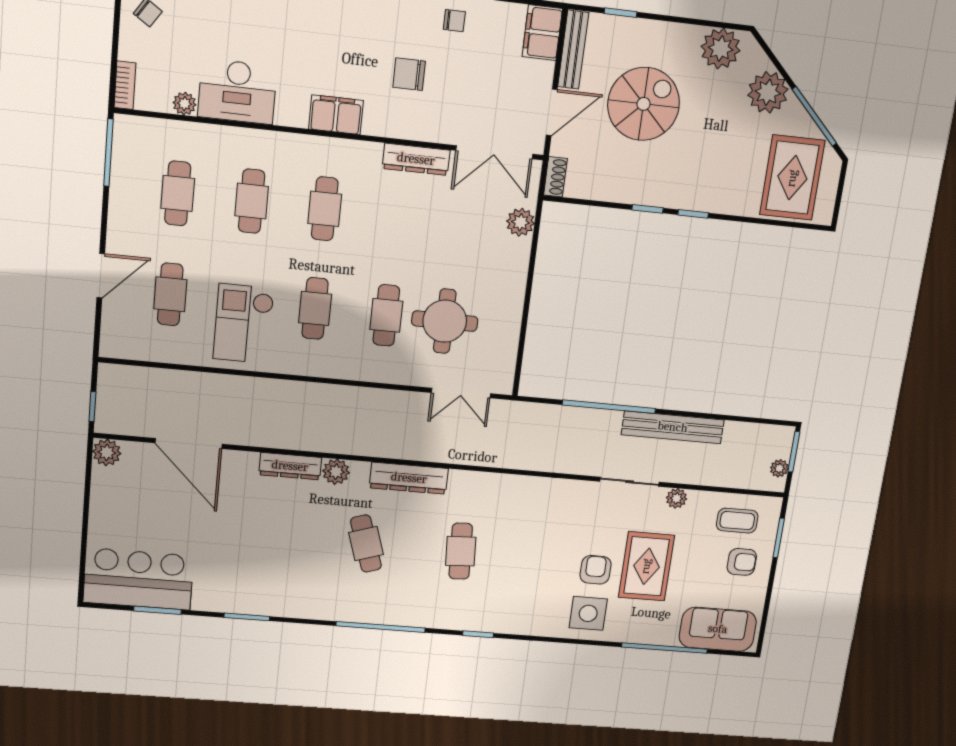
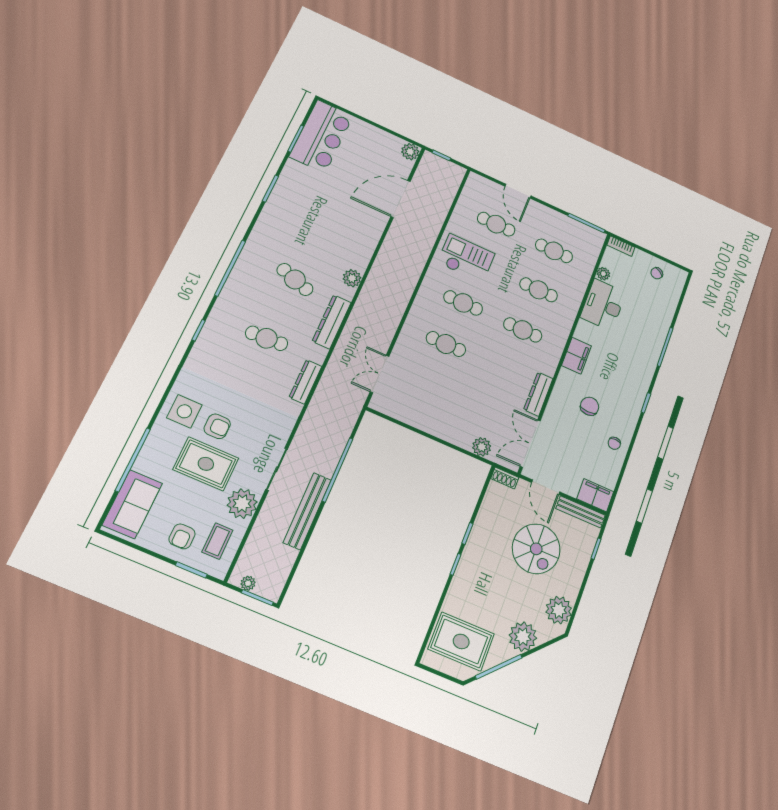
round table: (445, 321) -> (431, 379), removed
dresser: (290, 466) -> (305, 382), moved
plant: (676, 498) -> (242, 504), width x1.87, depth x1.87
cafe table: (366, 544) -> (295, 279), turned 36

